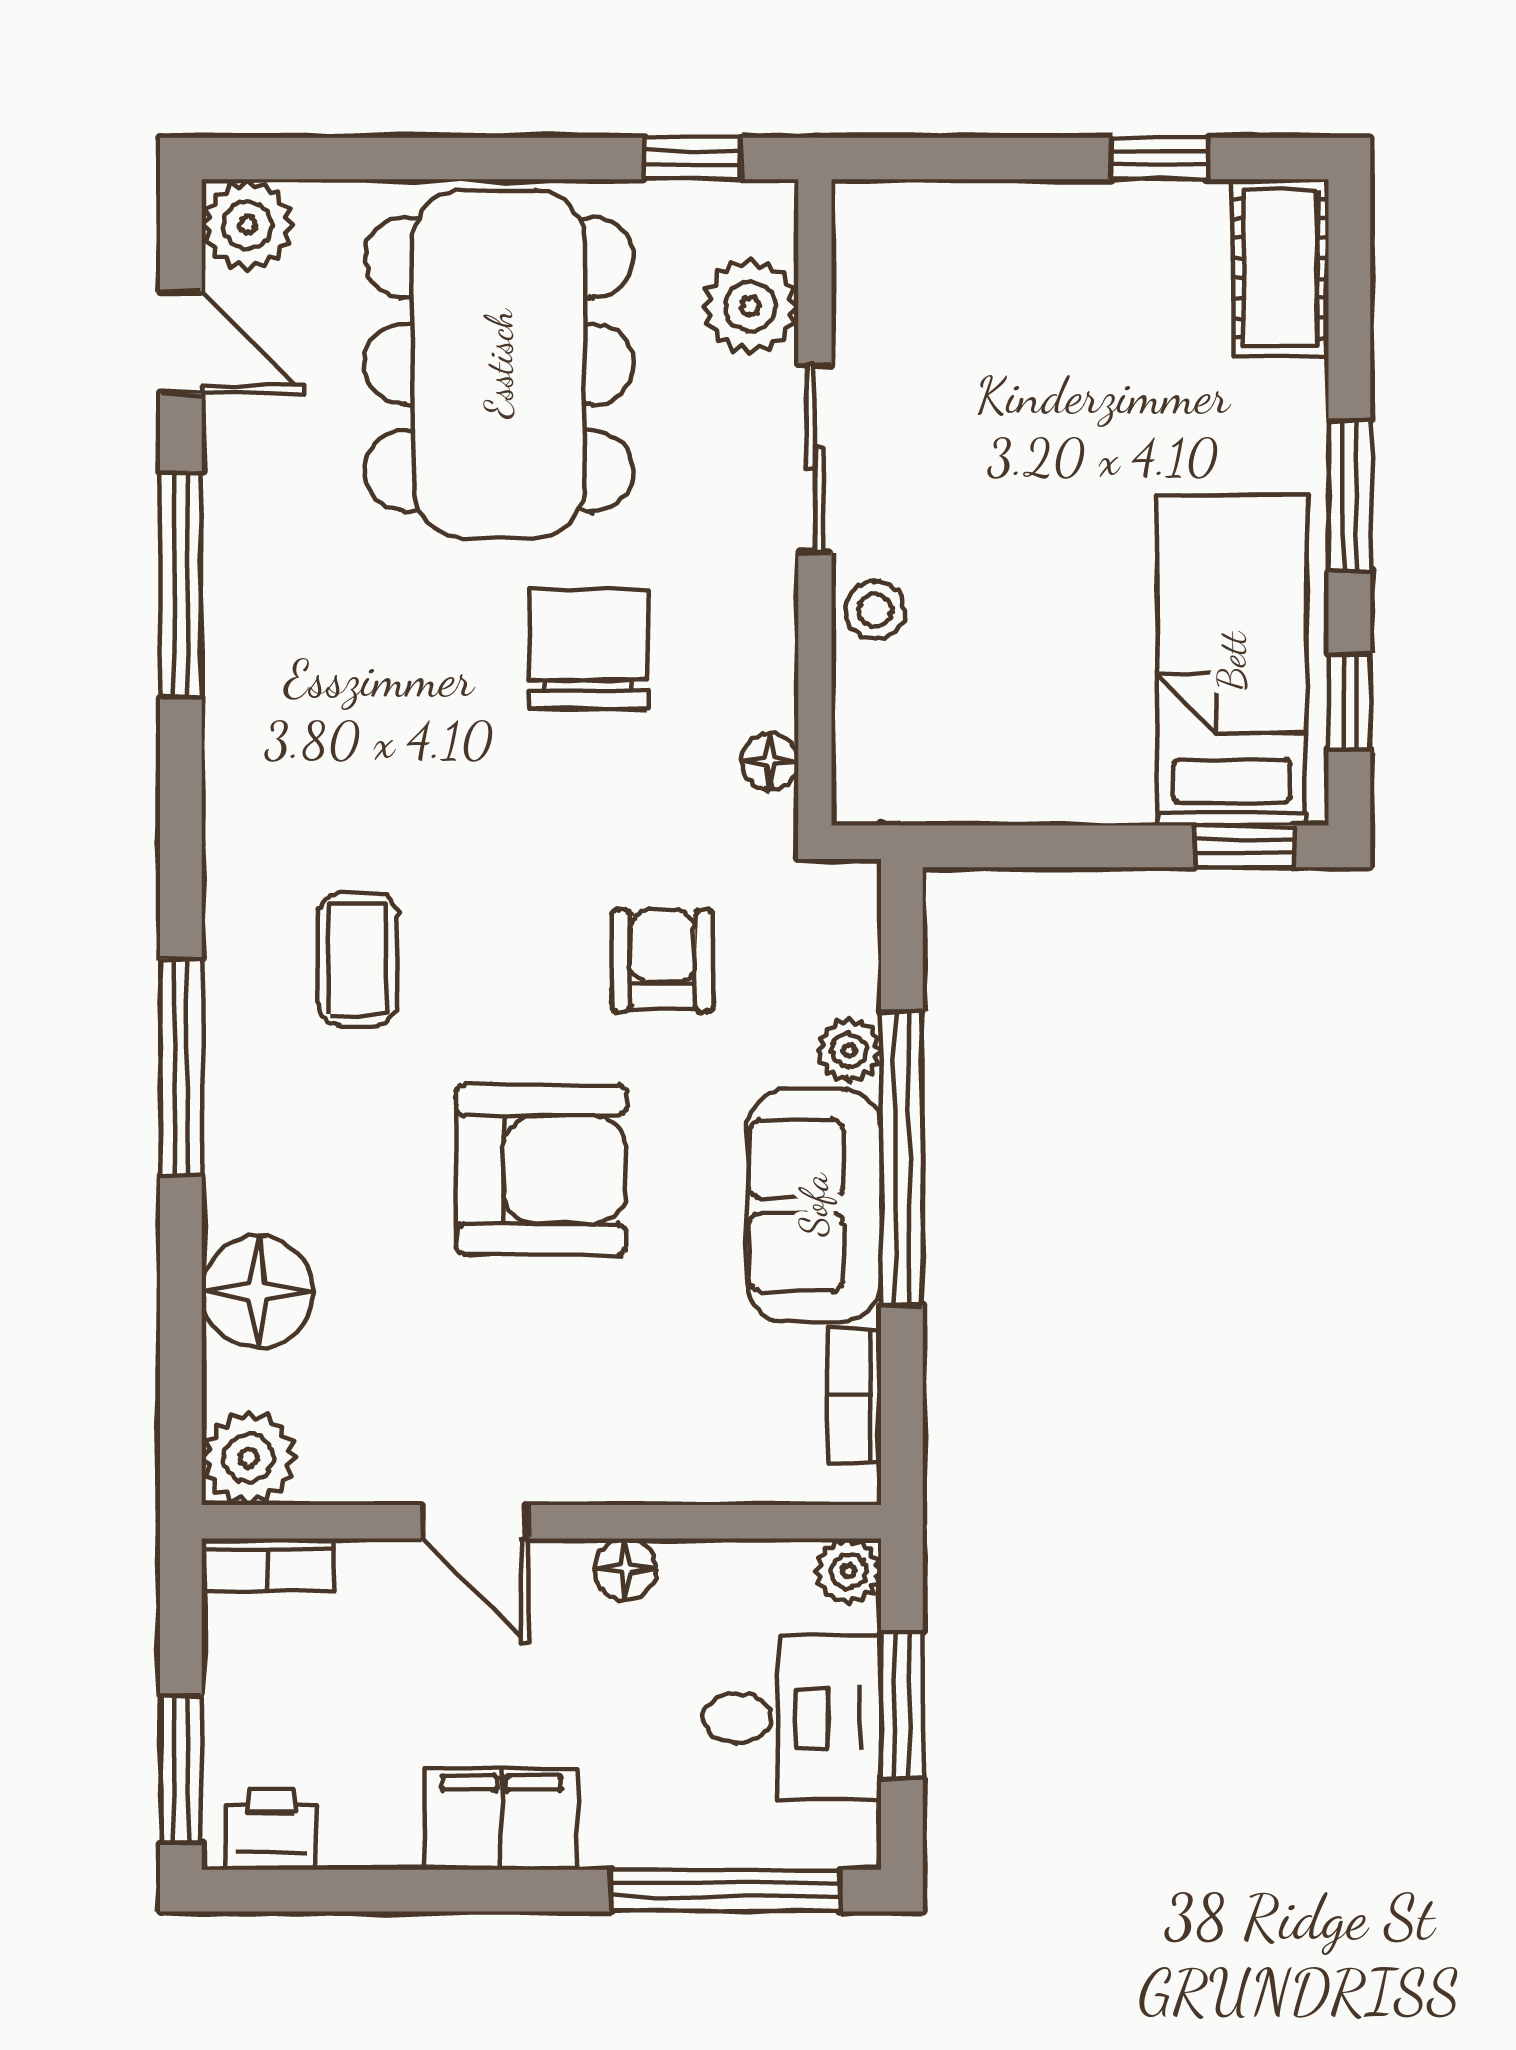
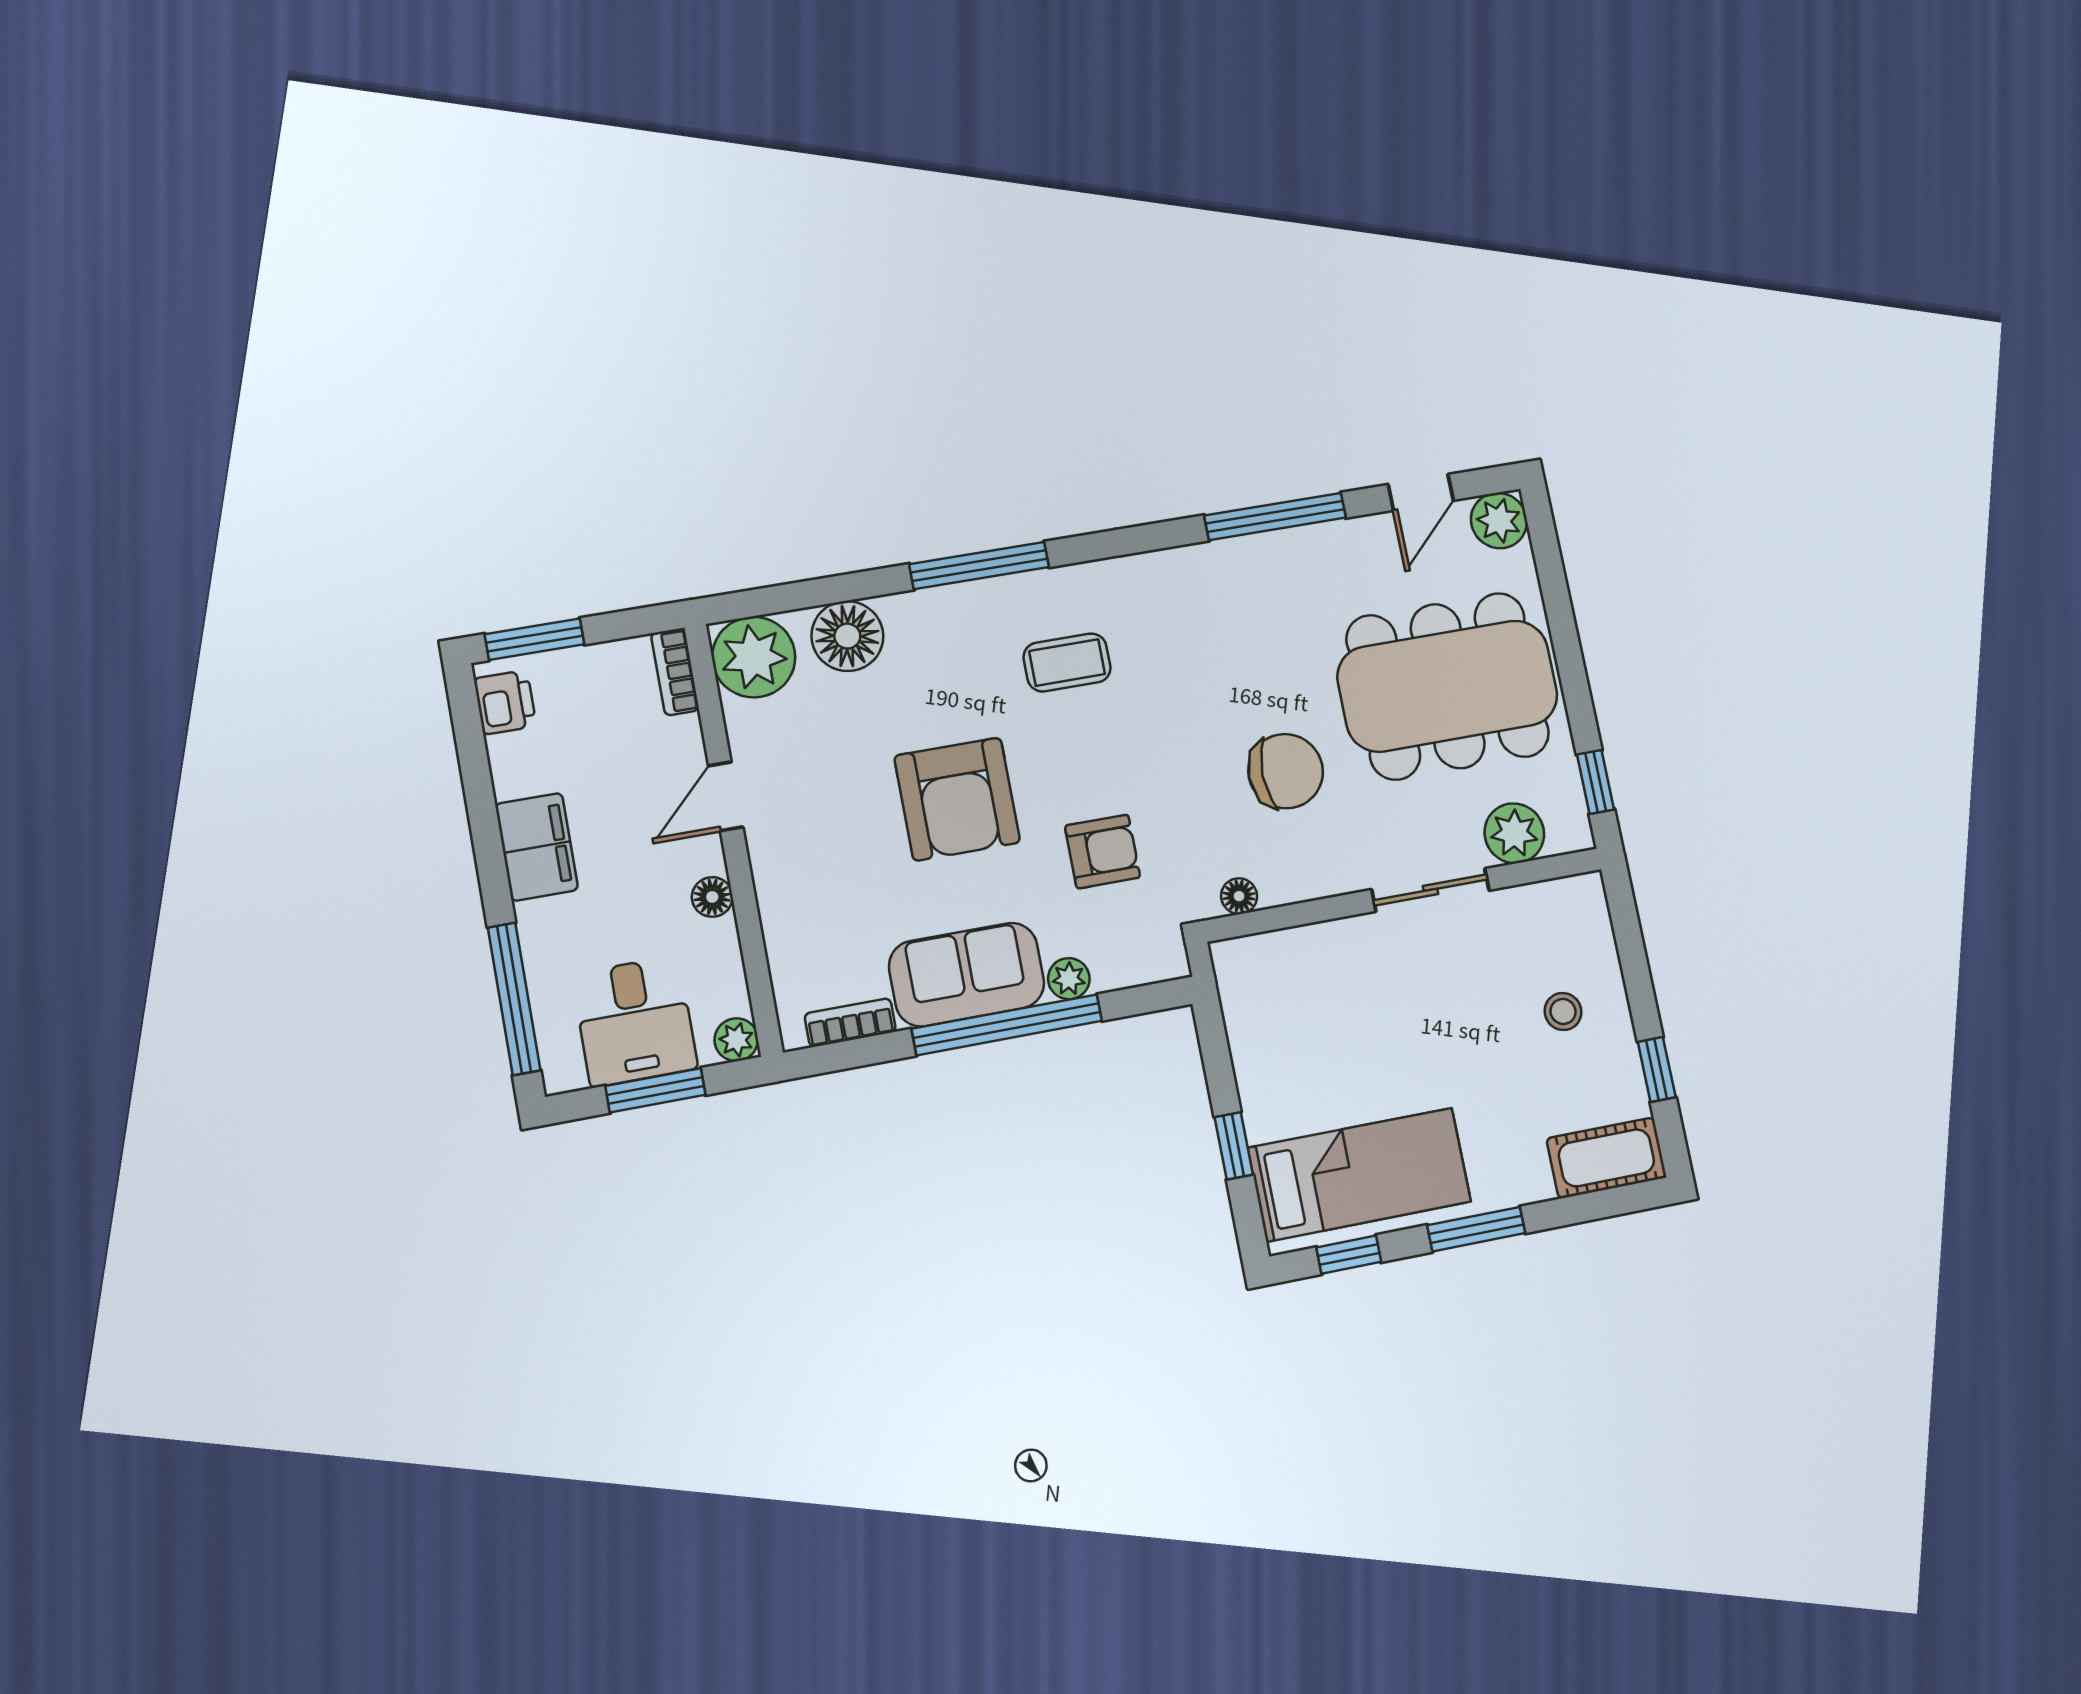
stool: (875, 610) -> (1563, 1012), moved
window: (1245, 846) -> (1234, 1146), moved
plant: (249, 1458) -> (754, 657), width x1.36, depth x1.36

